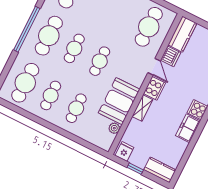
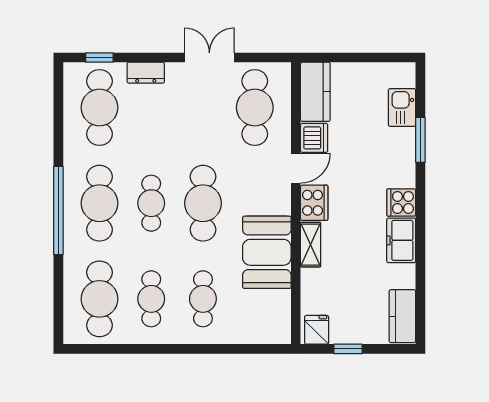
cafe table: (100, 61) -> (203, 203), width x1.37, depth x1.35
door: (154, 67) -> (296, 168), hinge flipped
plant: (114, 128) -> (281, 300), removed
kitchen counter: (160, 170) -> (402, 316), moved, turned -90

